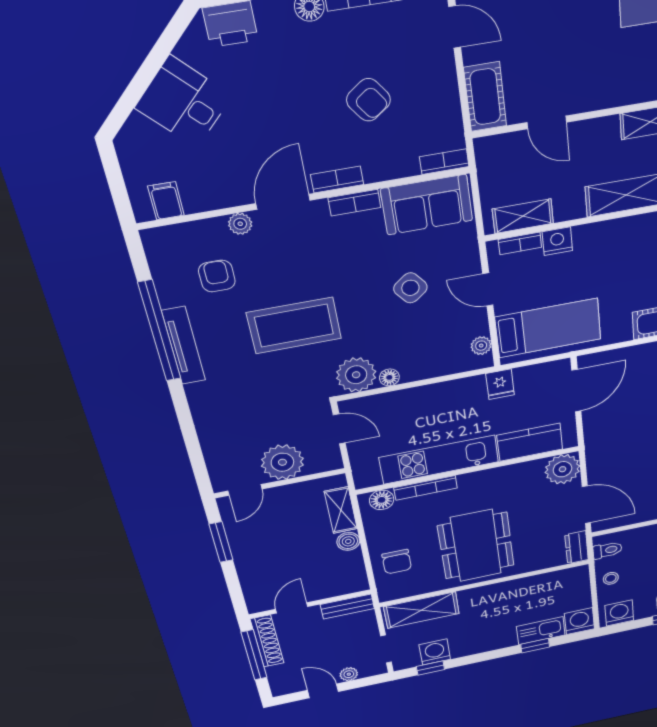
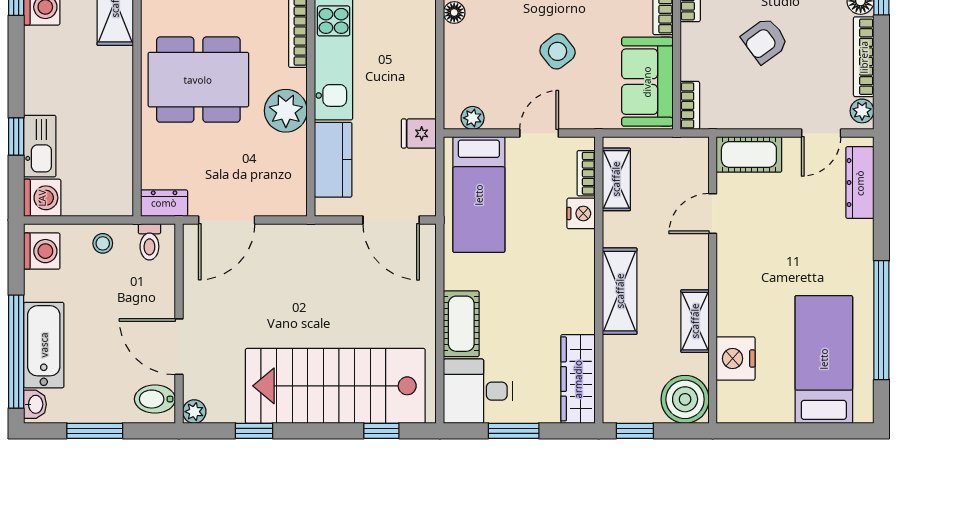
plant: (562, 469) -> (286, 111), moved

